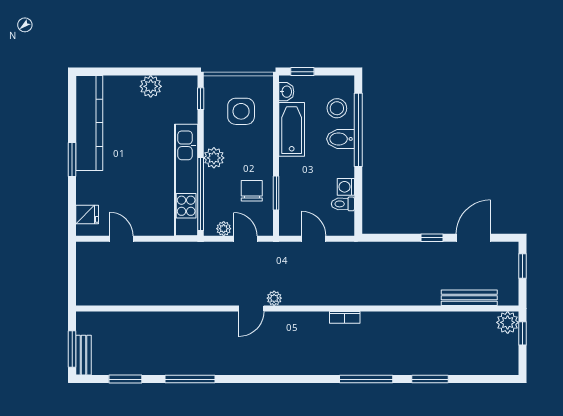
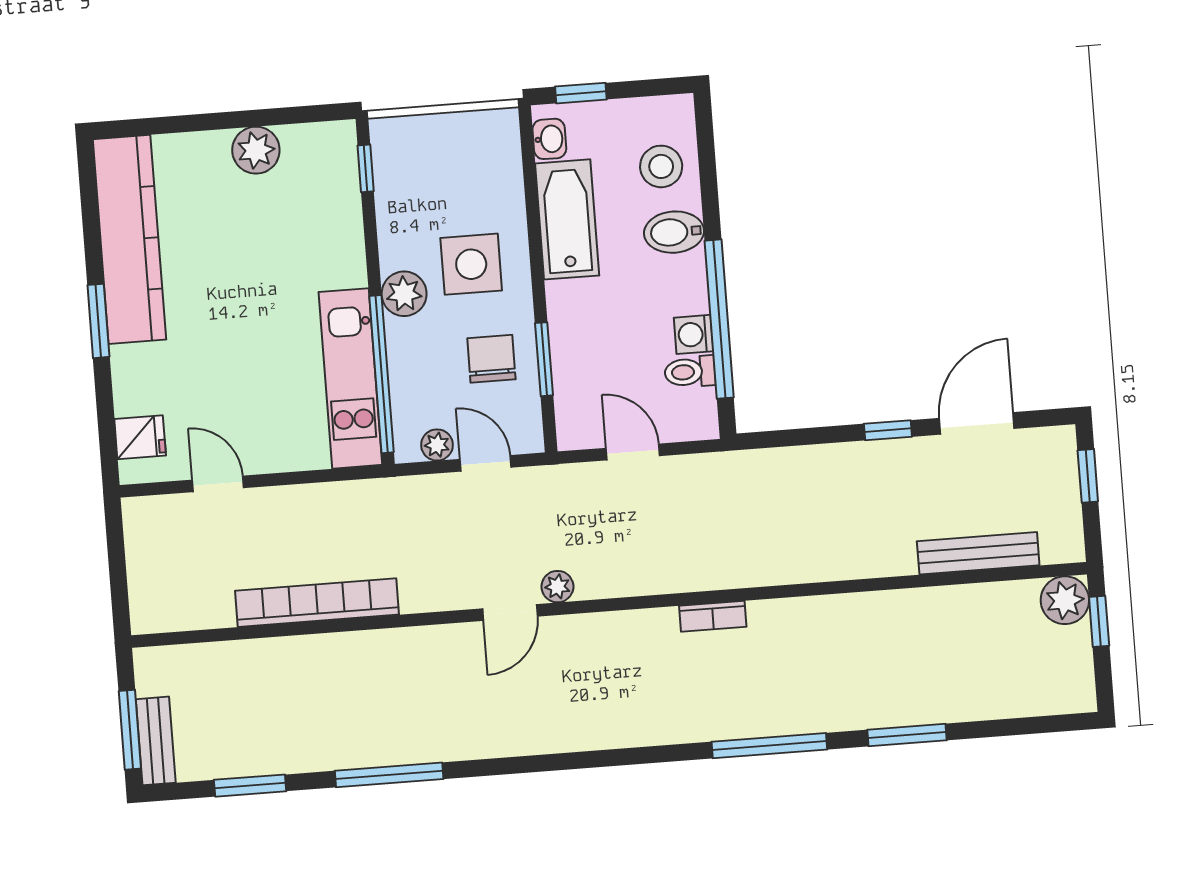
side table: (241, 111) -> (471, 264), moved
window: (358, 130) -> (719, 319), moved
kitchen unit: (186, 180) -> (350, 378), width x0.73
bookcase: (163, 297) -> (317, 603), added

